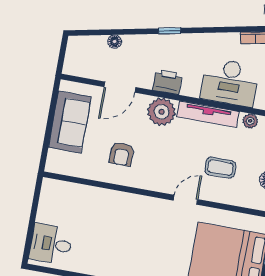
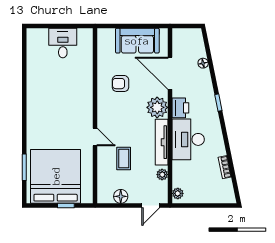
desk: (230, 82) -> (188, 139), moved
door: (120, 87) -> (170, 73), width x1.36
desk: (51, 244) -> (63, 43), moved

